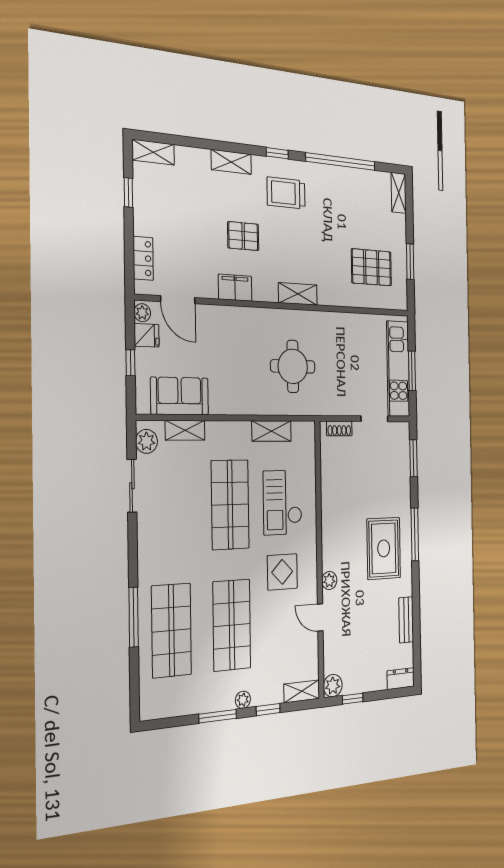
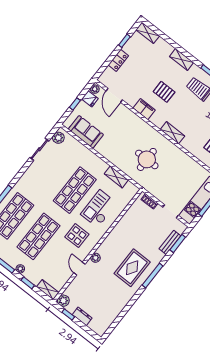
locker: (143, 258) -> (118, 60), moved
shelving: (185, 430) -> (78, 146), removed
bench: (406, 620) -> (170, 242), moved
dresser: (401, 679) -> (82, 316), moved

